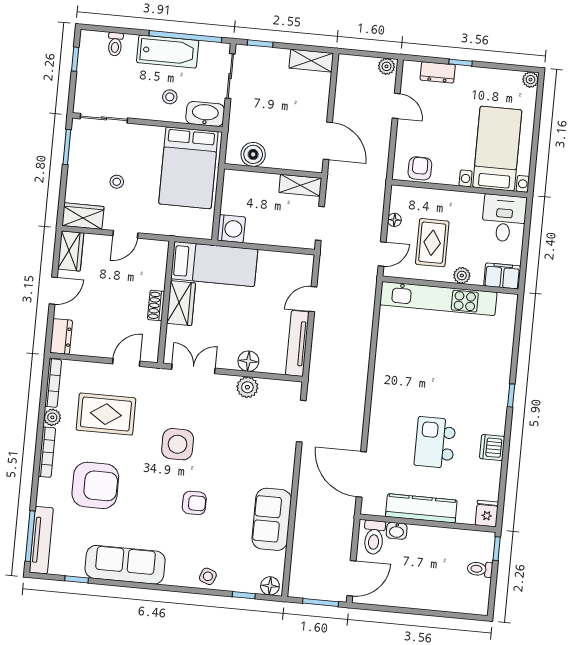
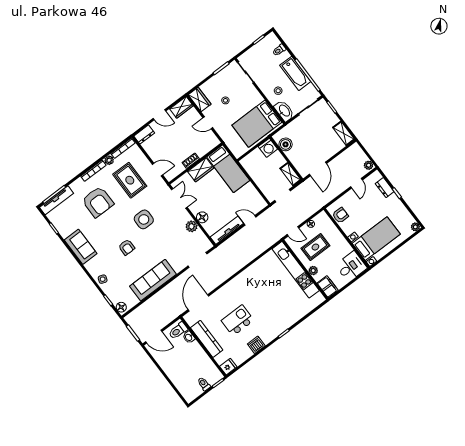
washing machine: (231, 229) -> (268, 148), moved
sofa: (272, 519) -> (153, 280), width x1.36
sofa: (125, 565) -> (81, 247), width x0.73

